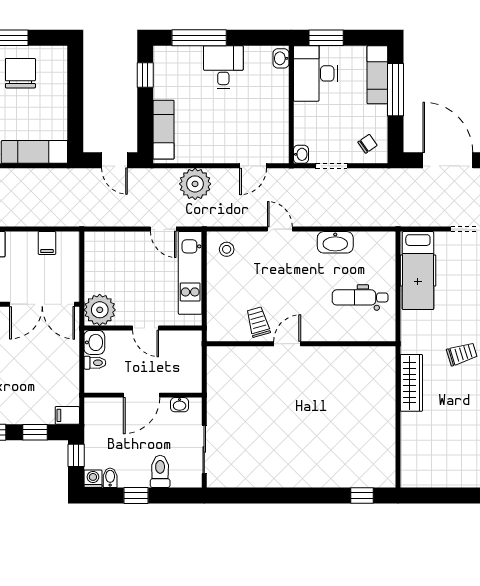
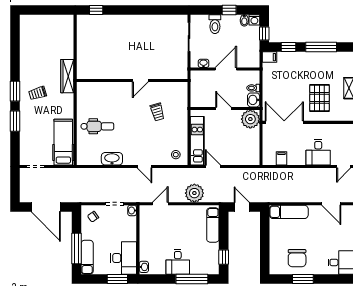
door: (287, 344) -> (140, 81), moved
wall: (301, 344) -> (132, 81), moved

